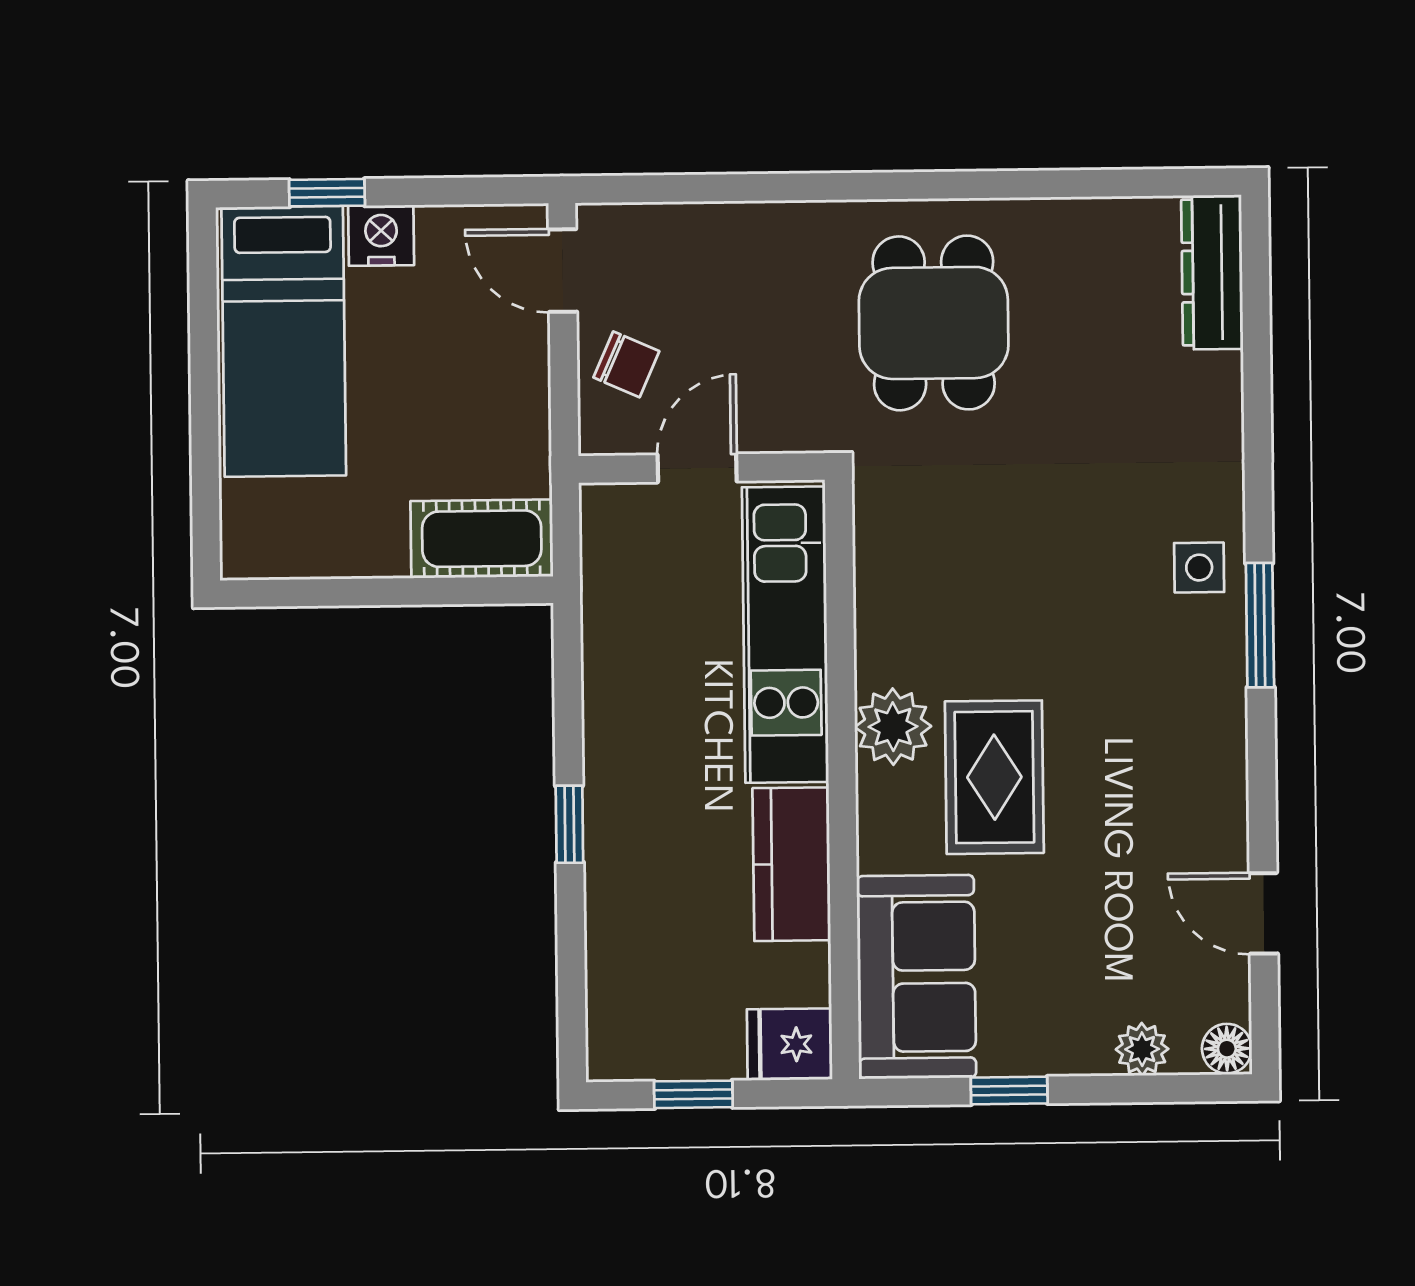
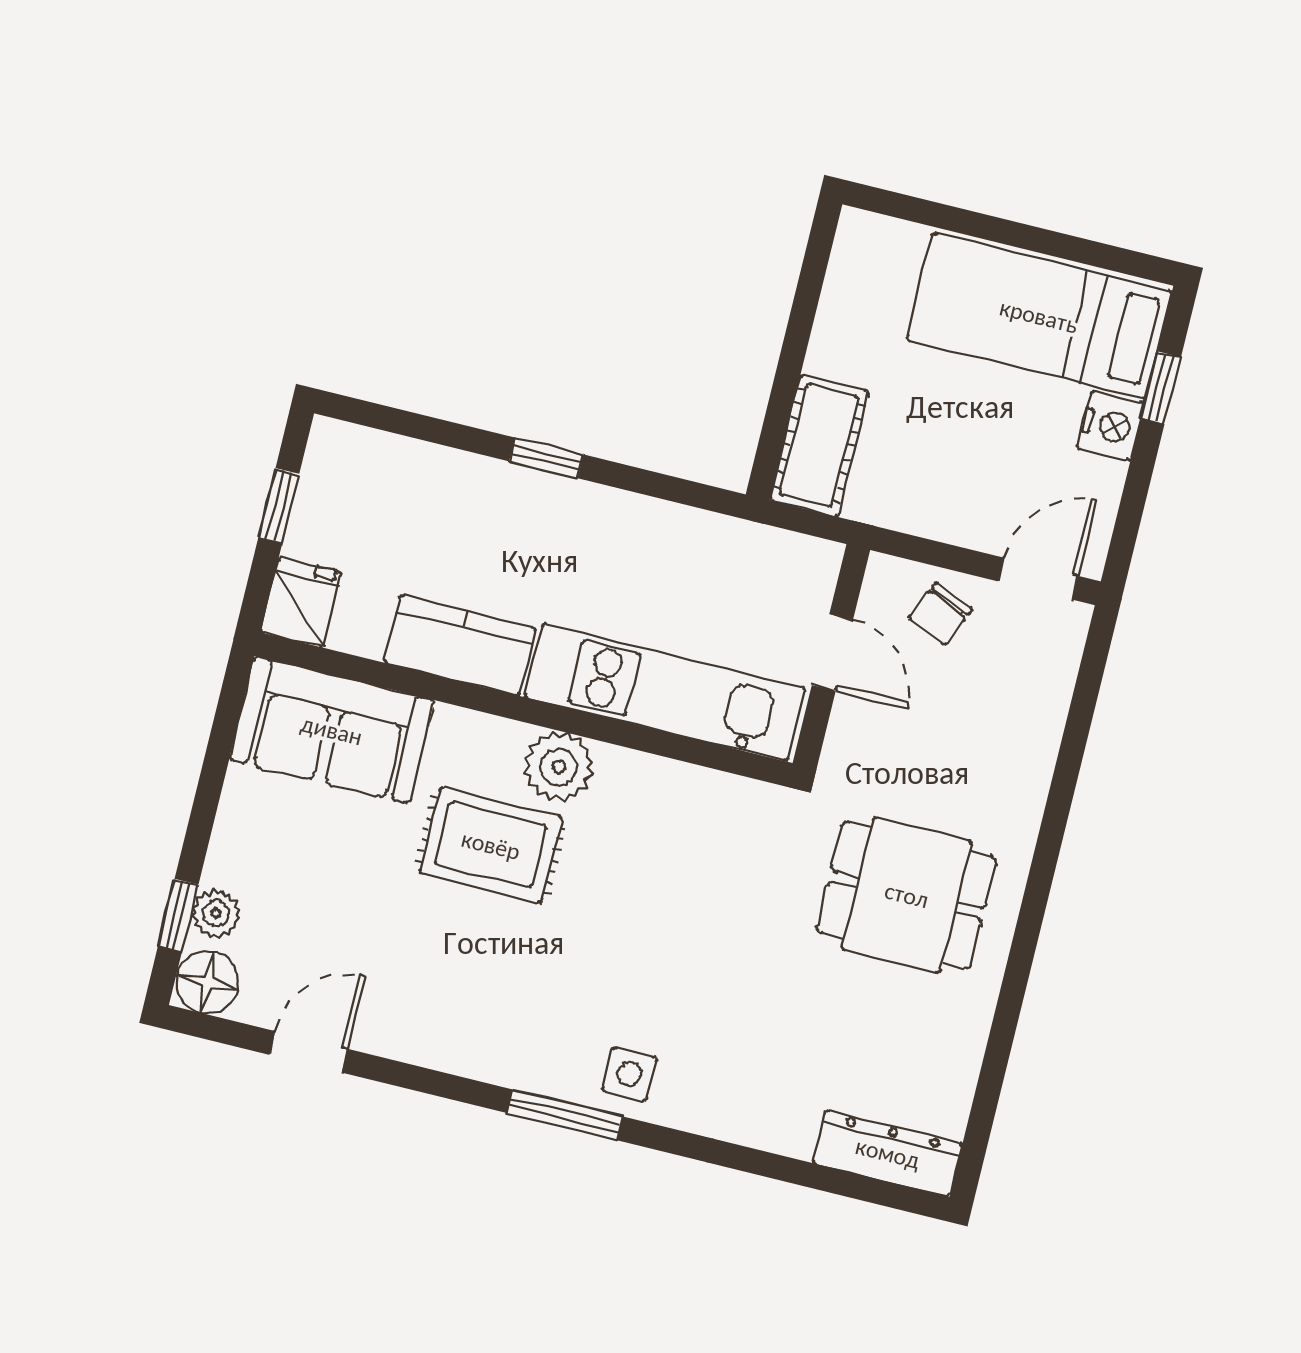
floor lamp: (1227, 1049) -> (207, 982), width x1.37, depth x1.37
window: (1009, 1090) -> (178, 916), moved

